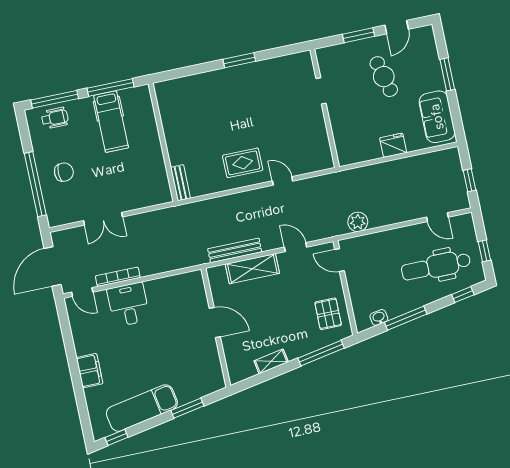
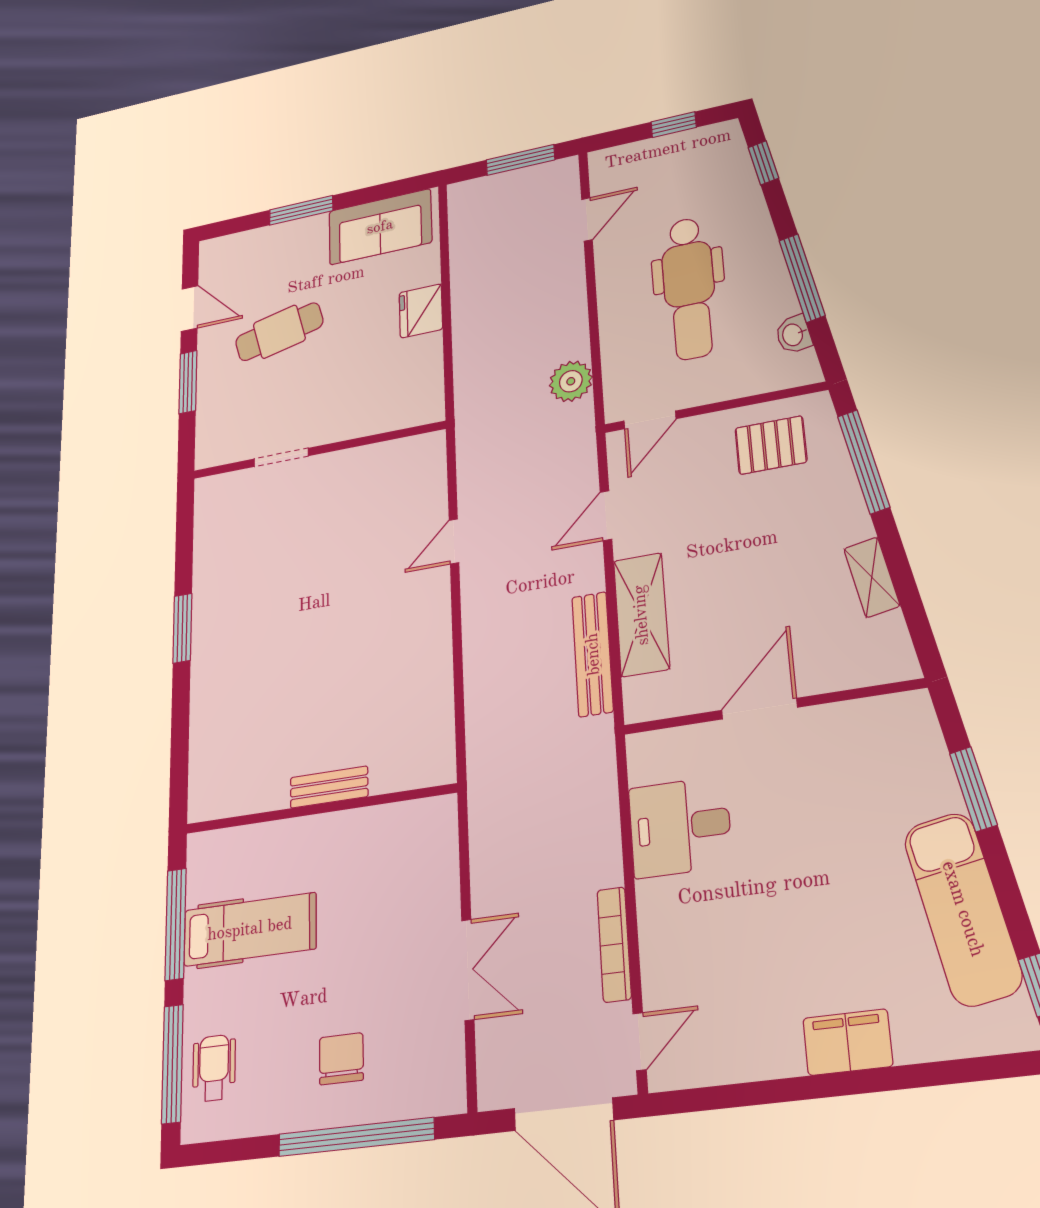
rug: (243, 163) -> (399, 629), removed
window: (470, 180) -> (520, 160), width x1.50
bench: (180, 183) -> (329, 787), moved
dental chair: (436, 266) -> (689, 288), moved
desk: (128, 305) -> (680, 827), moved

